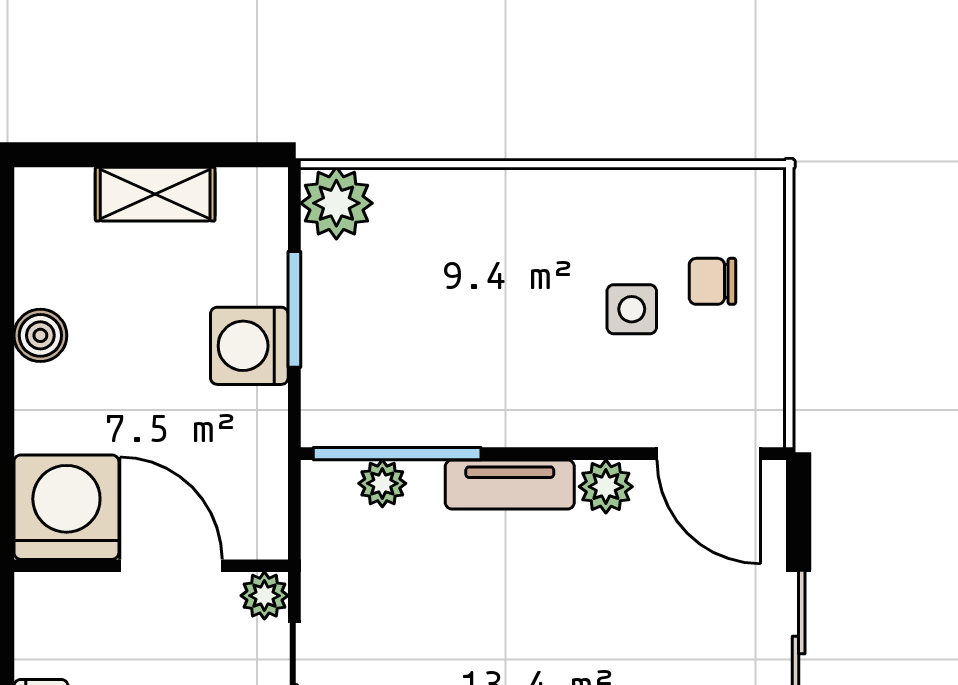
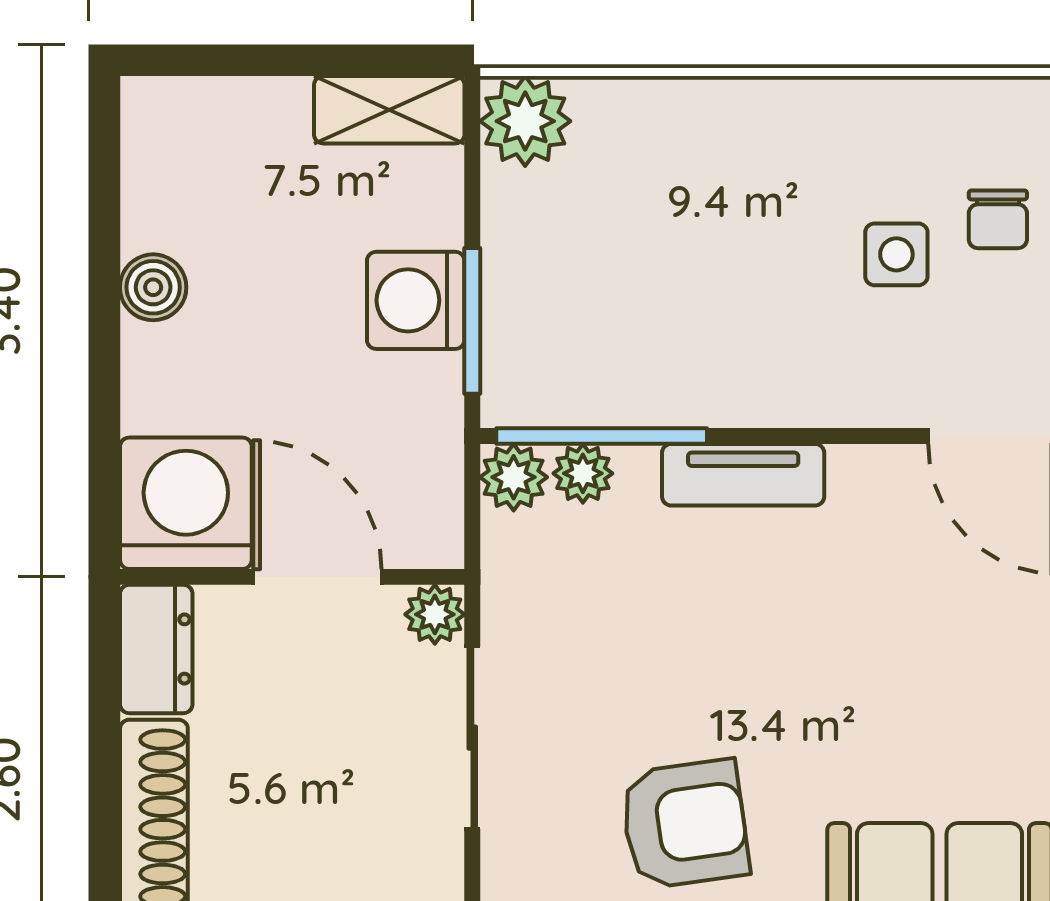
shelving: (155, 194) -> (389, 110), moved
chair: (712, 281) -> (998, 219), turned -90
window: (294, 309) -> (472, 321), moved
plant: (606, 487) -> (514, 477), moved
dresser: (43, 623) -> (156, 649), added

